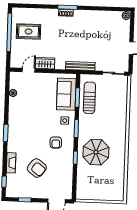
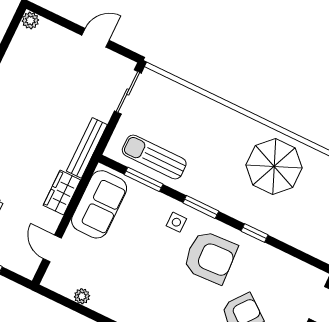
wardrobe: (45, 63) -> (62, 193), moved
sofa: (66, 94) -> (99, 204), moved, turned -90
armchair: (56, 143) -> (210, 257), width x1.88, depth x1.88
parasol: (96, 152) -> (274, 166), moved

